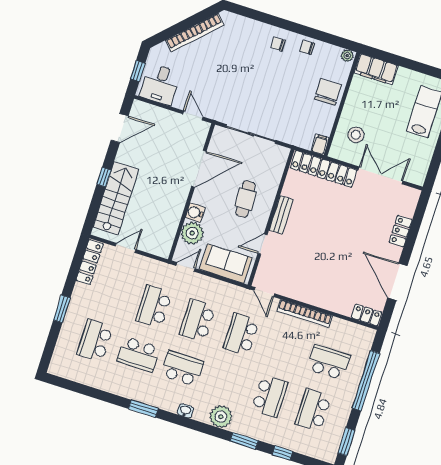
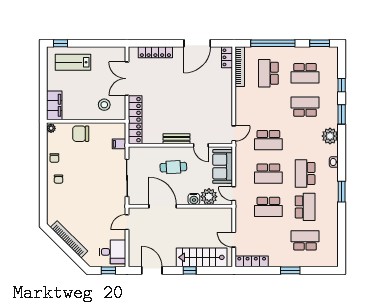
filing cabinet: (320, 145) -> (119, 144), moved
locker: (401, 231) -> (155, 52), width x1.53
bookcase: (305, 313) -> (240, 67), moved
school desk: (95, 341) -> (305, 240), turned 180

